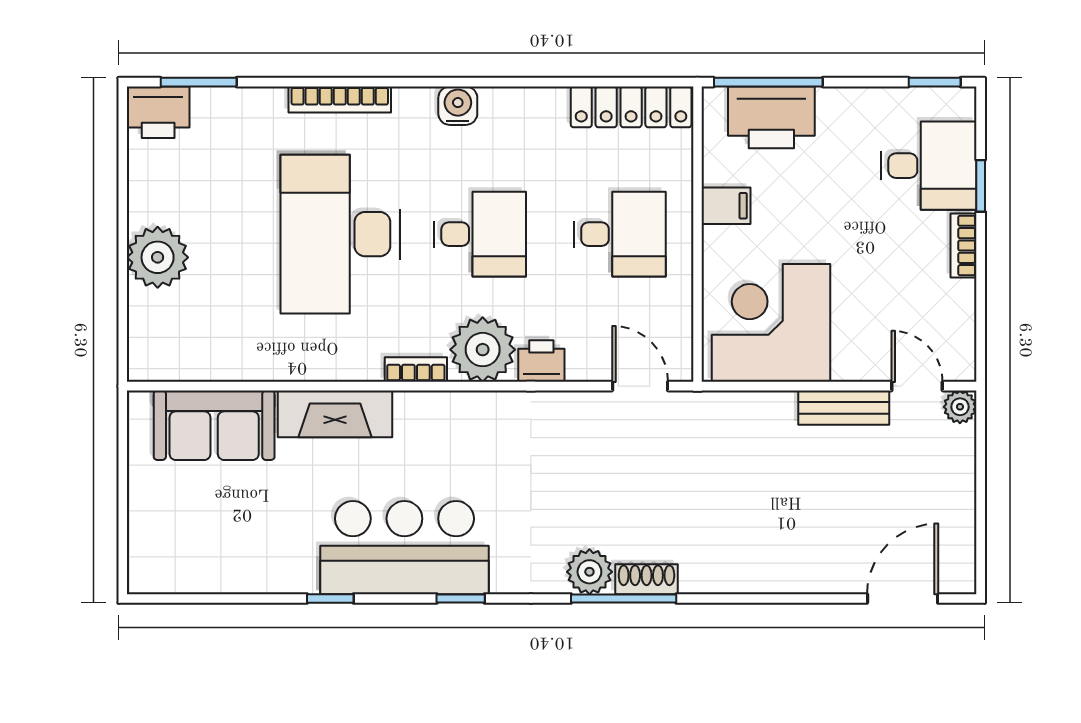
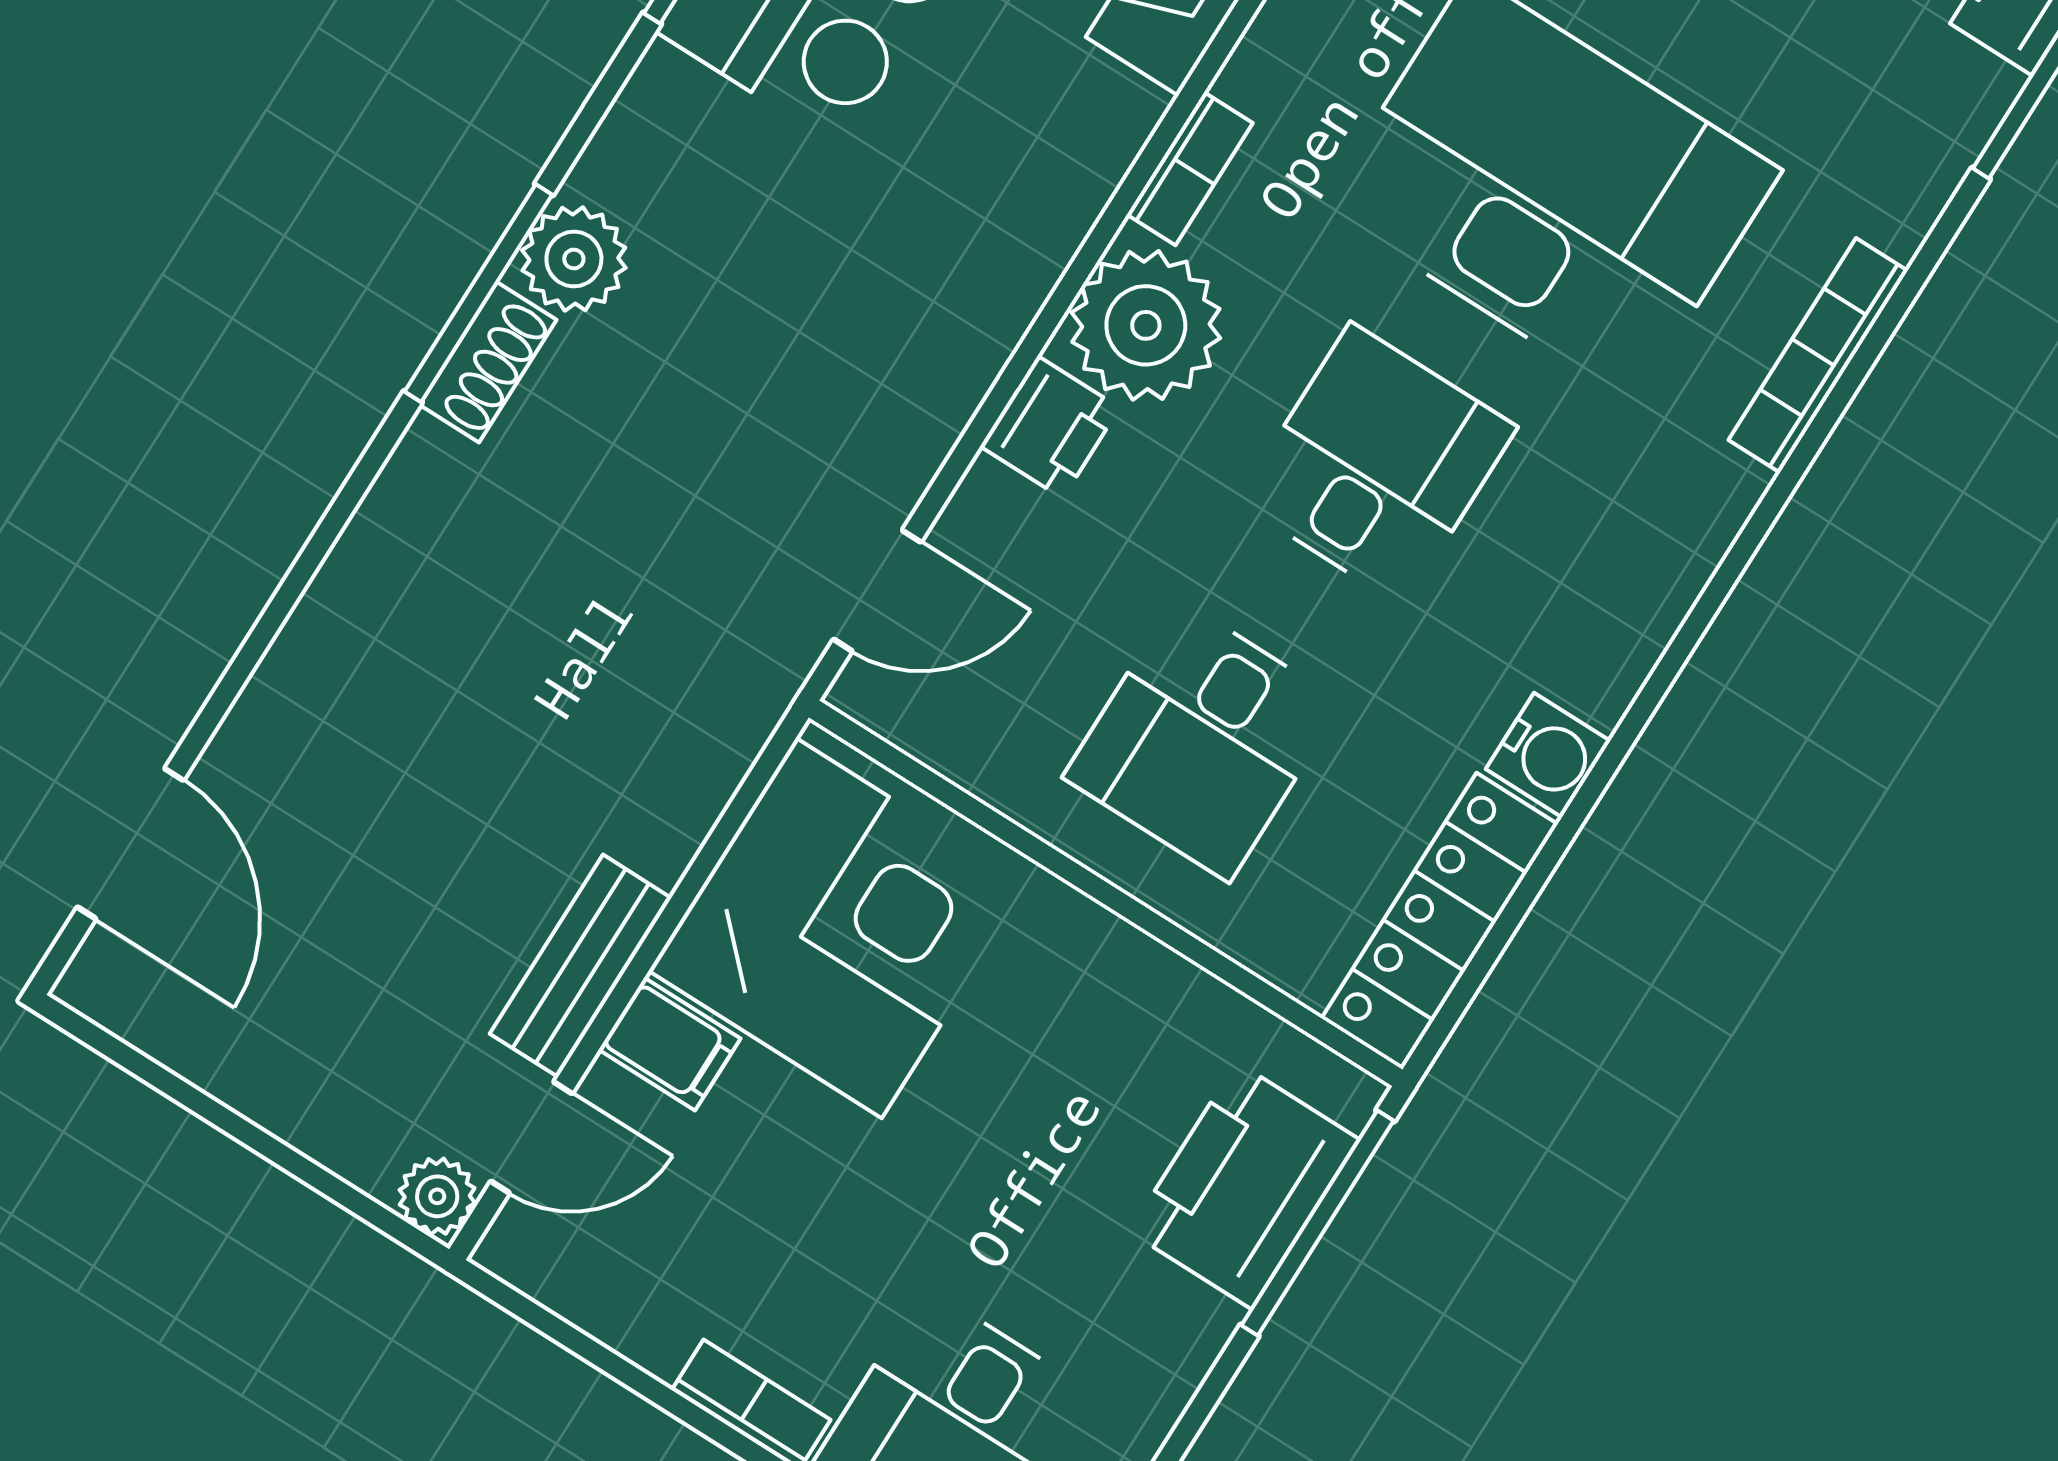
water cooler: (458, 106) -> (1548, 755), moved
filing cabinet: (726, 206) -> (670, 1044), moved, turned -90
desk: (480, 234) -> (1377, 464), turned 180

